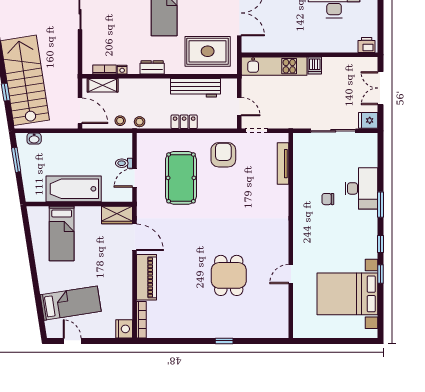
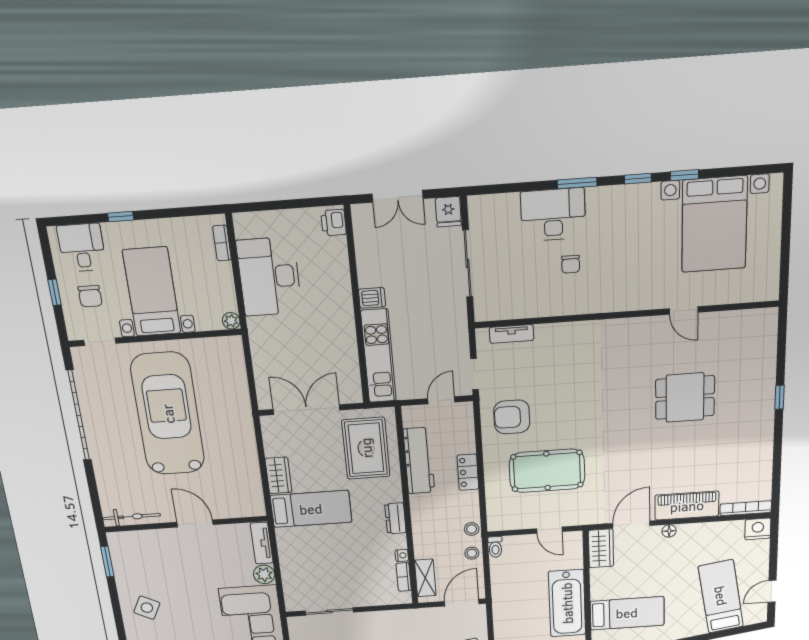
toilet: (124, 163) -> (495, 547), moved
tv unit: (283, 164) -> (512, 334), width x0.71
floor lamp: (127, 265) -> (669, 531), added

